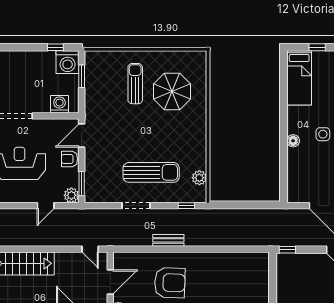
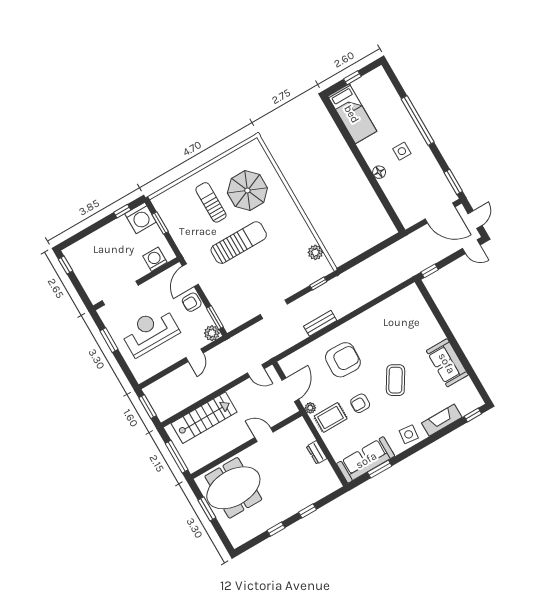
sun lounger: (151, 172) -> (239, 243), moved

